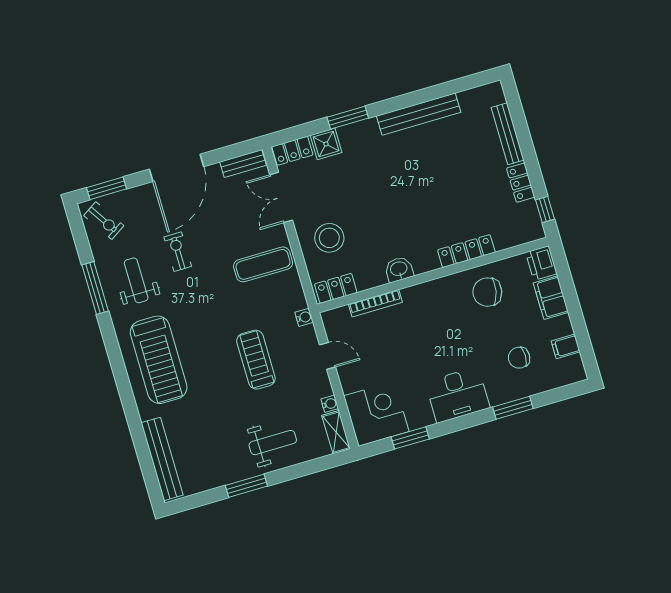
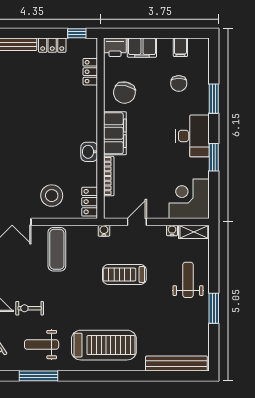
locker: (466, 251) -> (90, 72), moved, width x0.66
filing cabinet: (432, 295) -> (115, 133), added
window: (410, 438) -> (214, 157), moved

